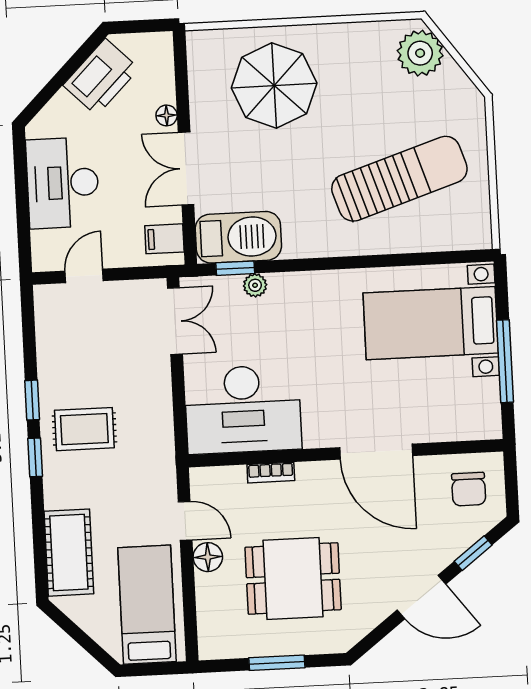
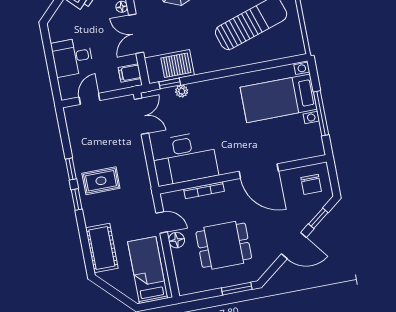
desk: (63, 183) -> (72, 57), width x0.73
bookcase: (271, 473) -> (204, 190), width x1.56
window: (277, 663) -> (237, 289), moved

